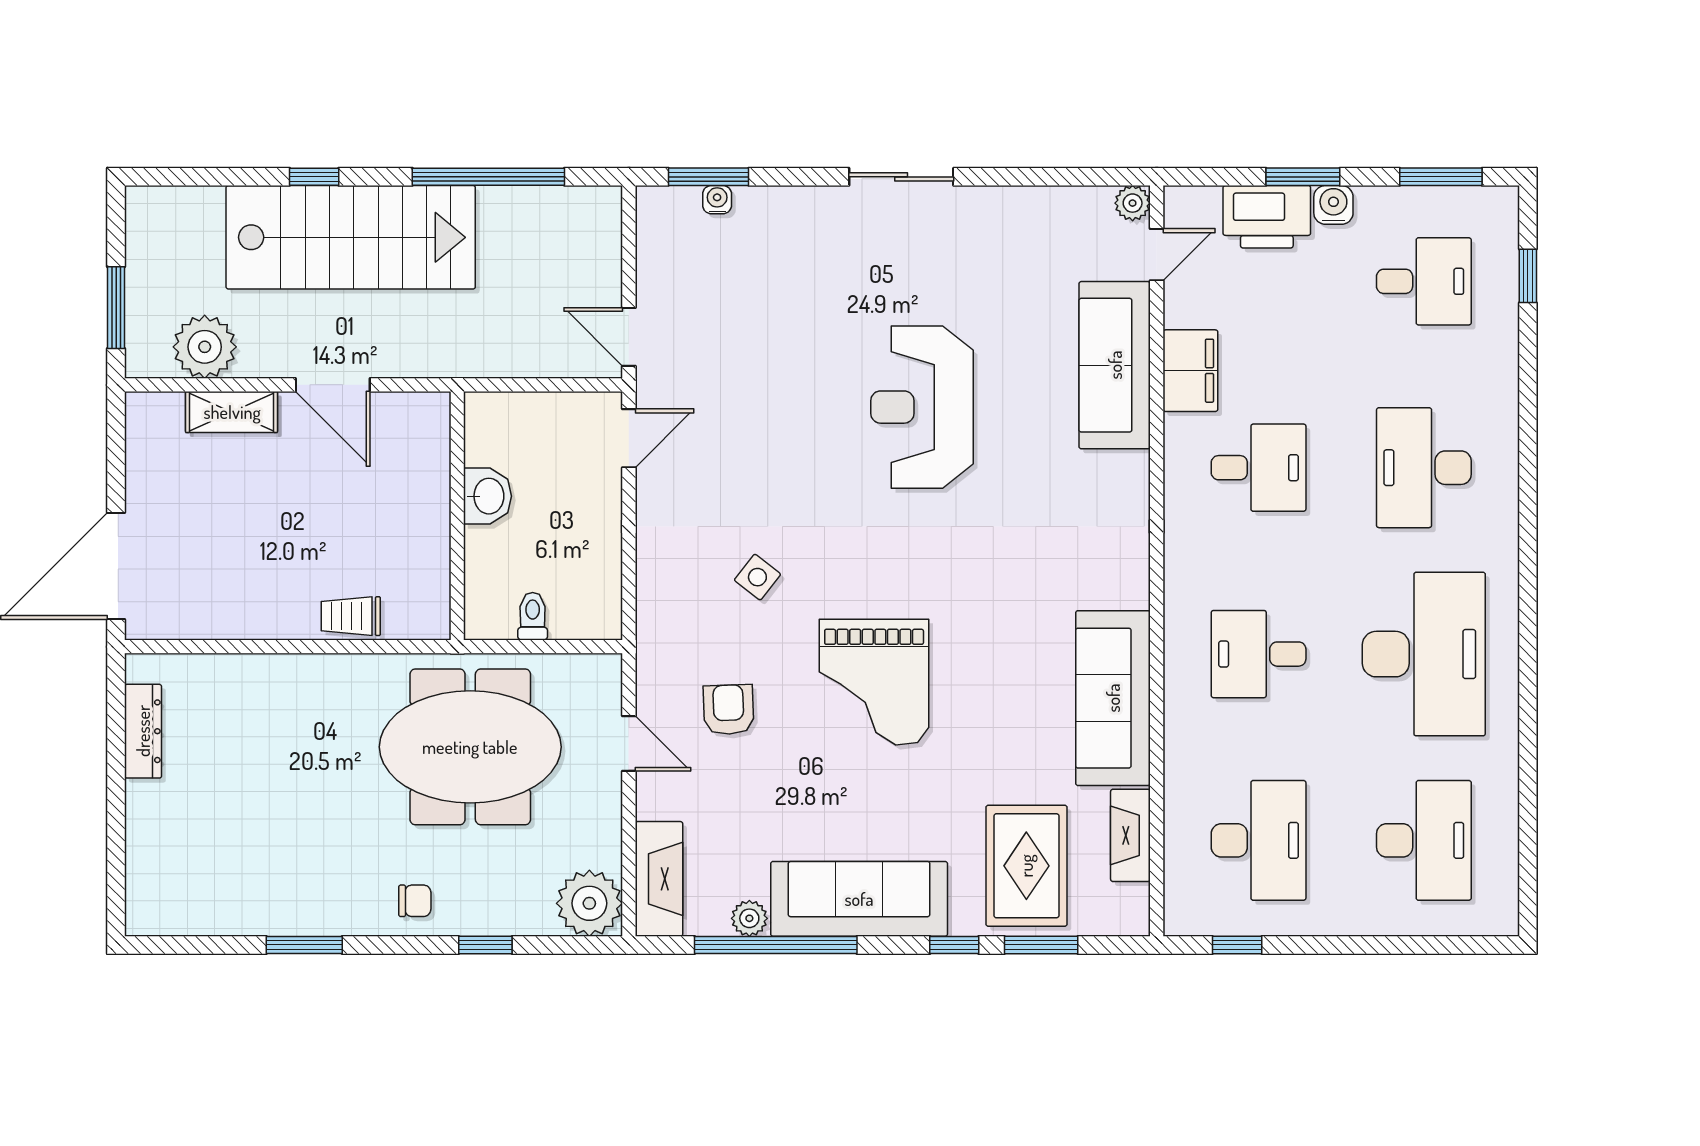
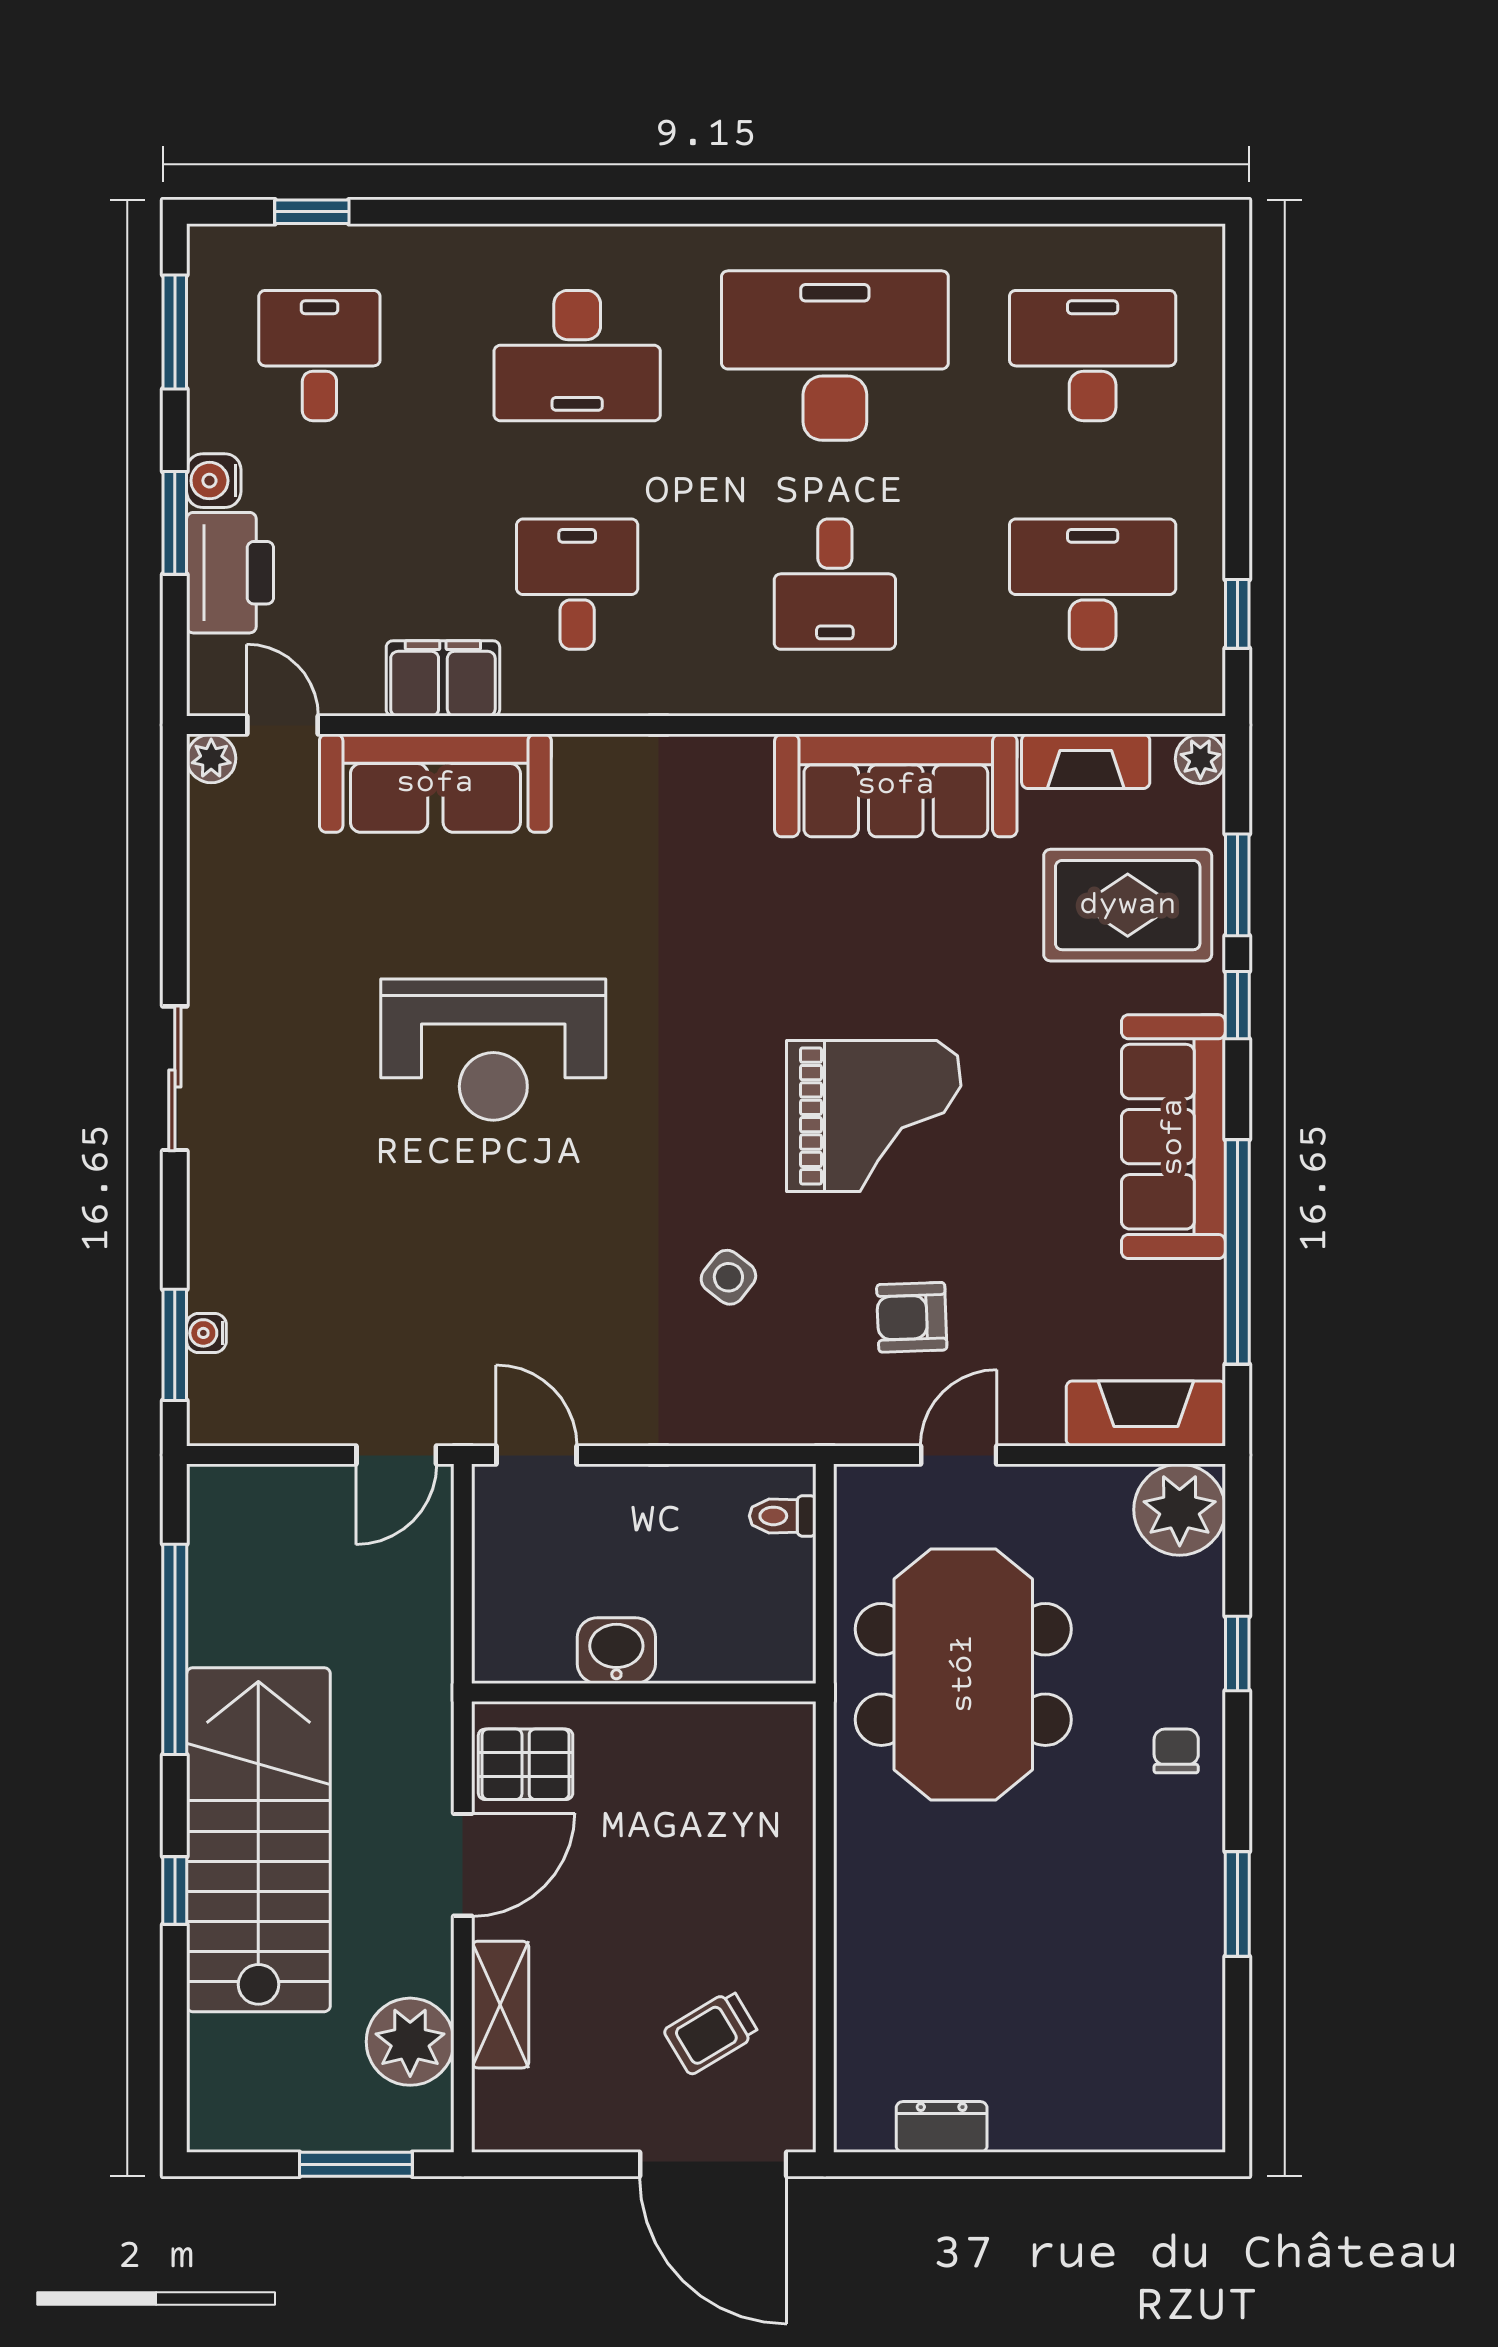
pallet: (405, 430) -> (526, 1764), added
trolley: (351, 616) -> (711, 2032), moved, turned 59
toilet: (533, 616) -> (783, 1516), moved
dresser: (143, 731) -> (942, 2127), width x0.70
plant: (749, 918) -> (1200, 759), moved

